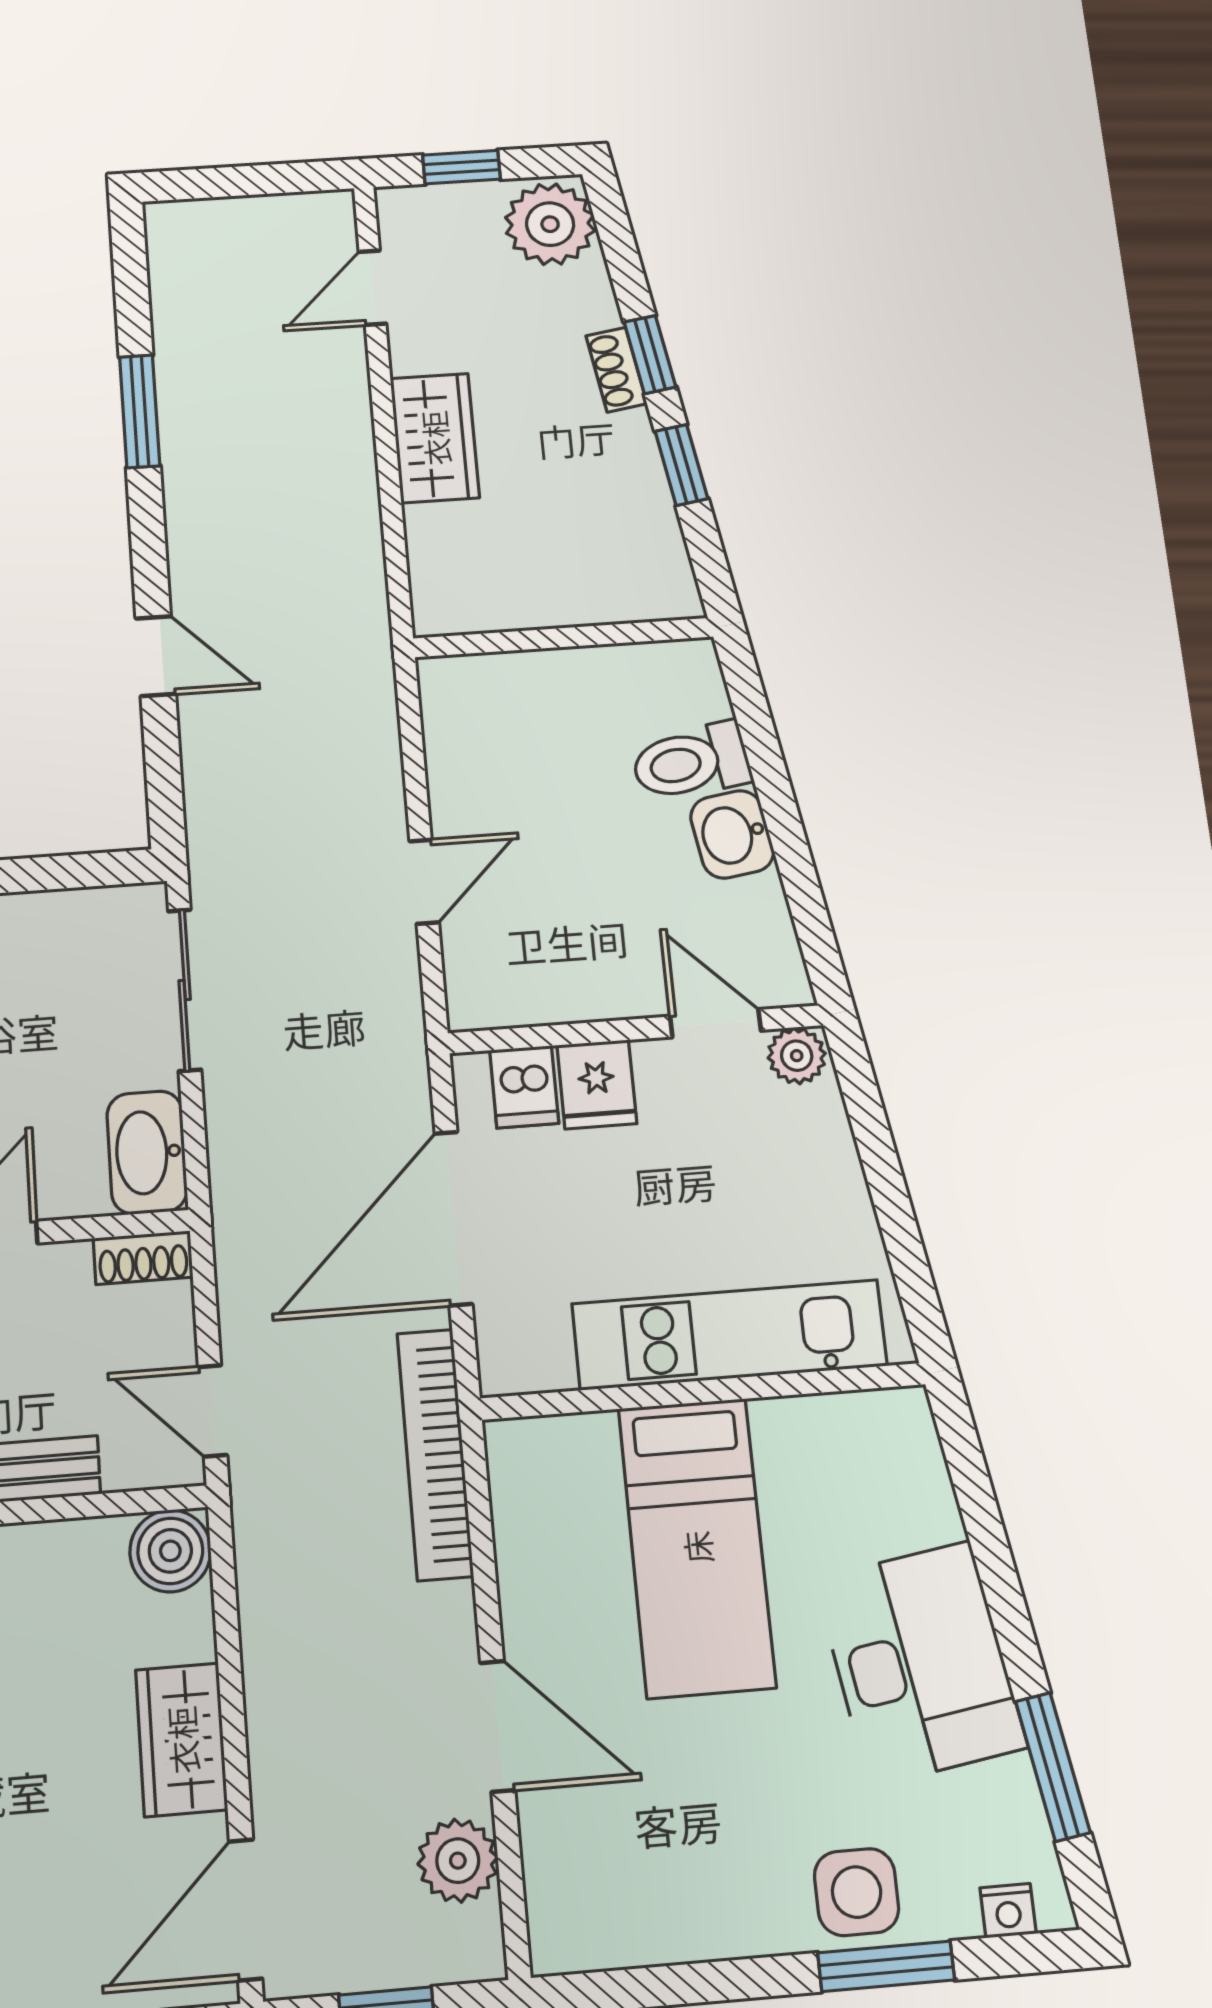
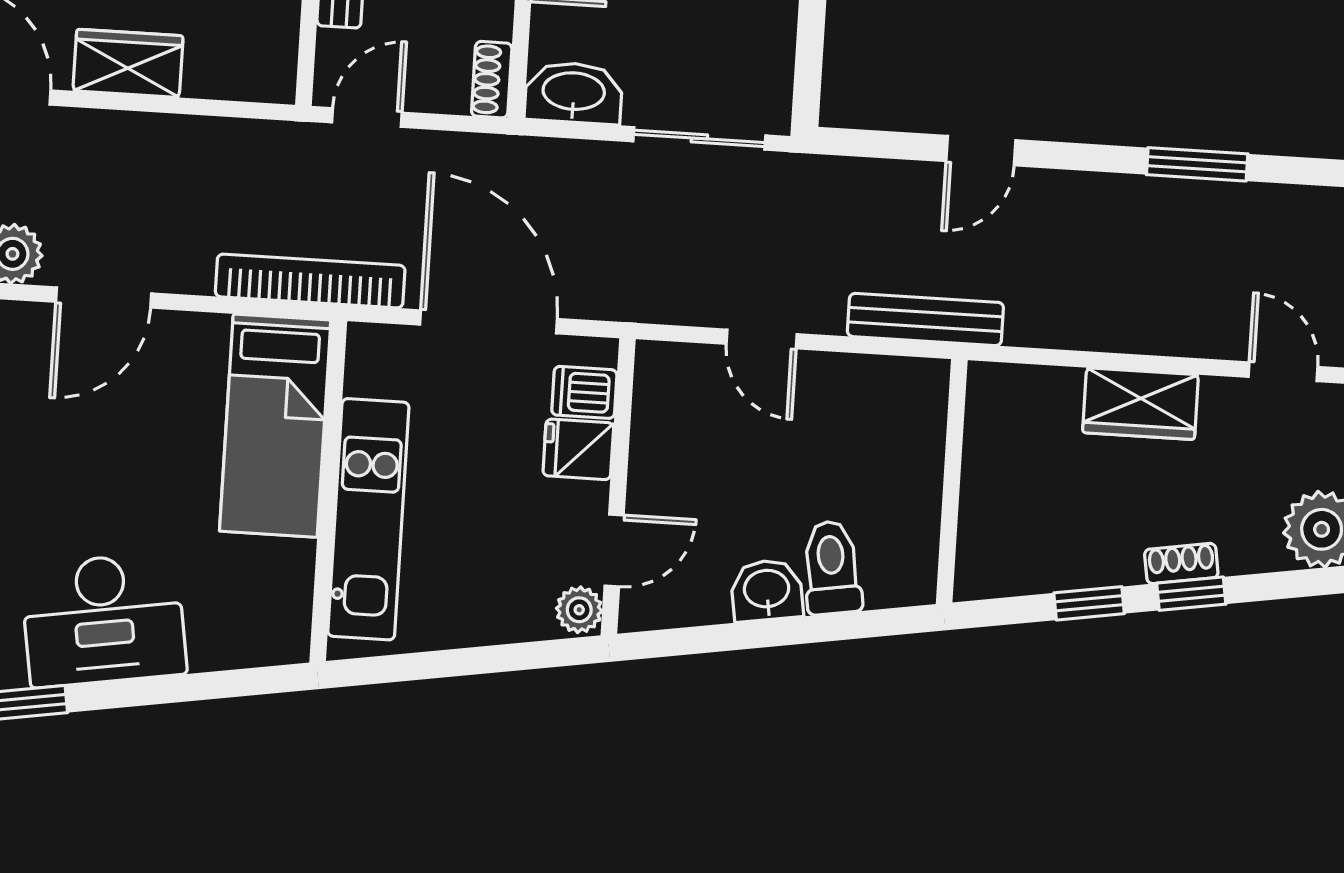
bench: (371, 693) -> (925, 319), added
bed: (697, 1547) -> (275, 426), moved, turned -90
boiler: (170, 1551) -> (267, 72), removed

